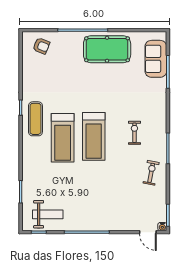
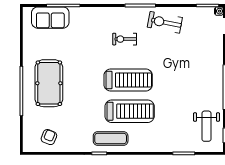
armchair: (41, 46) -> (49, 137), moved
pool table: (107, 49) -> (49, 83), moved
exercise bike: (151, 173) -> (165, 22), width x1.38, depth x1.39
weight bench: (48, 214) -> (206, 126), turned 180

